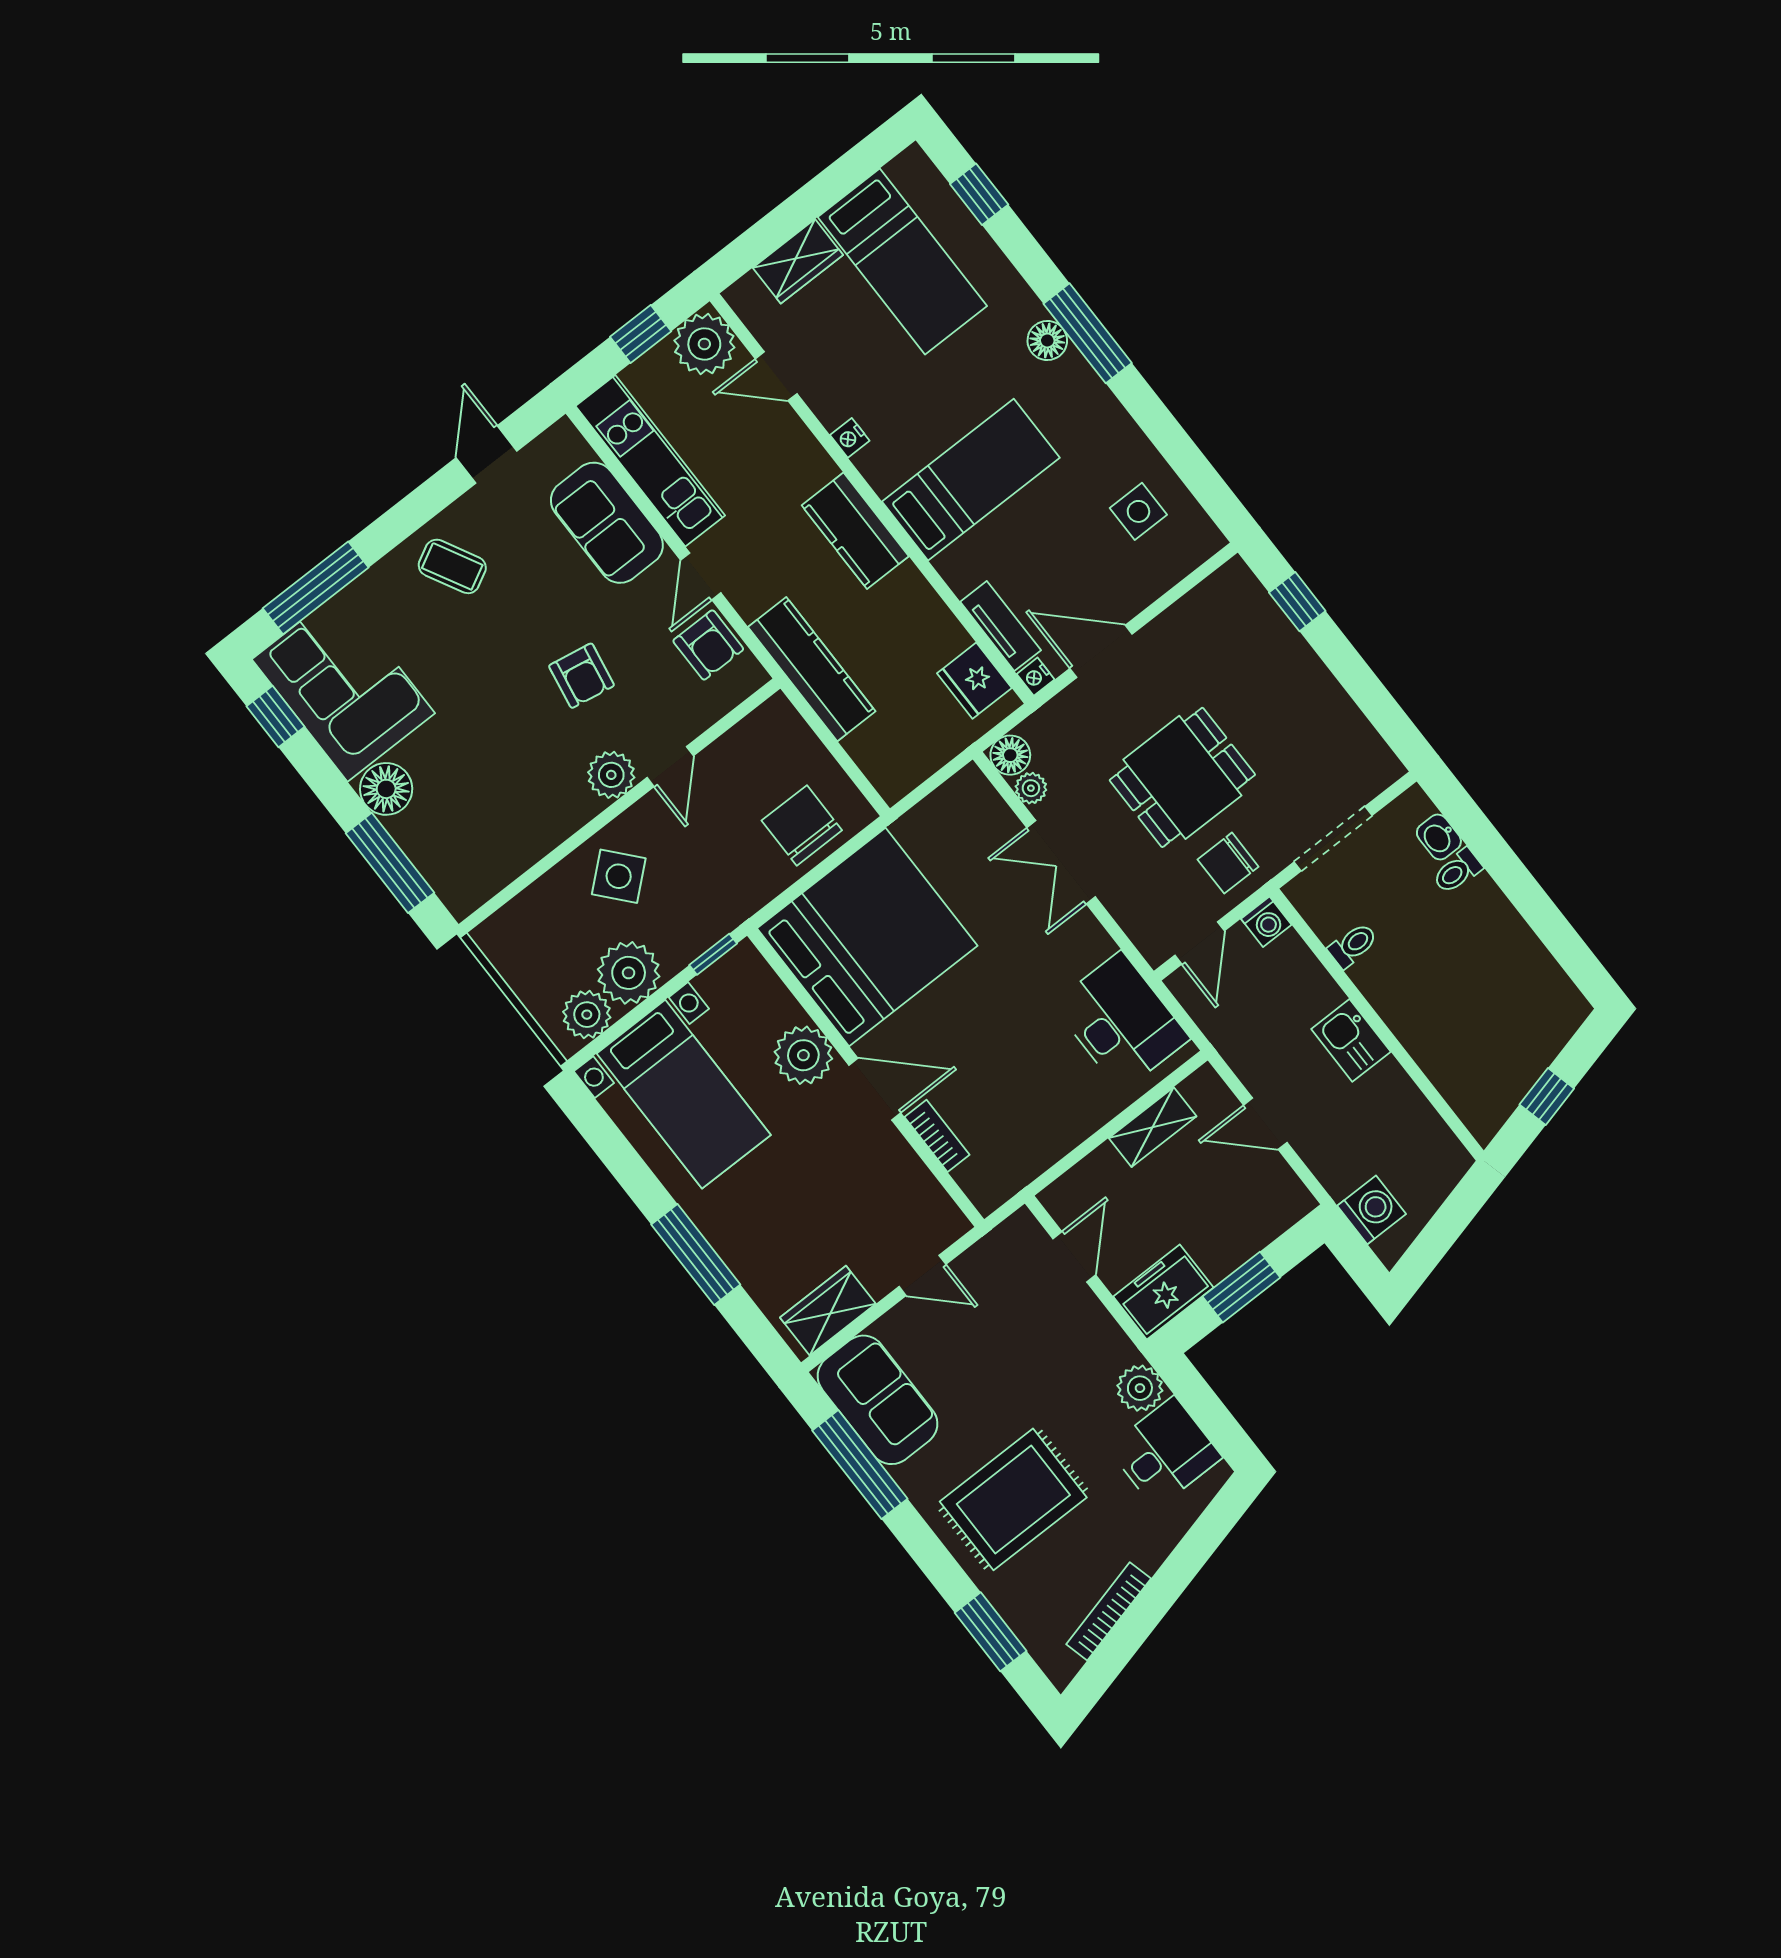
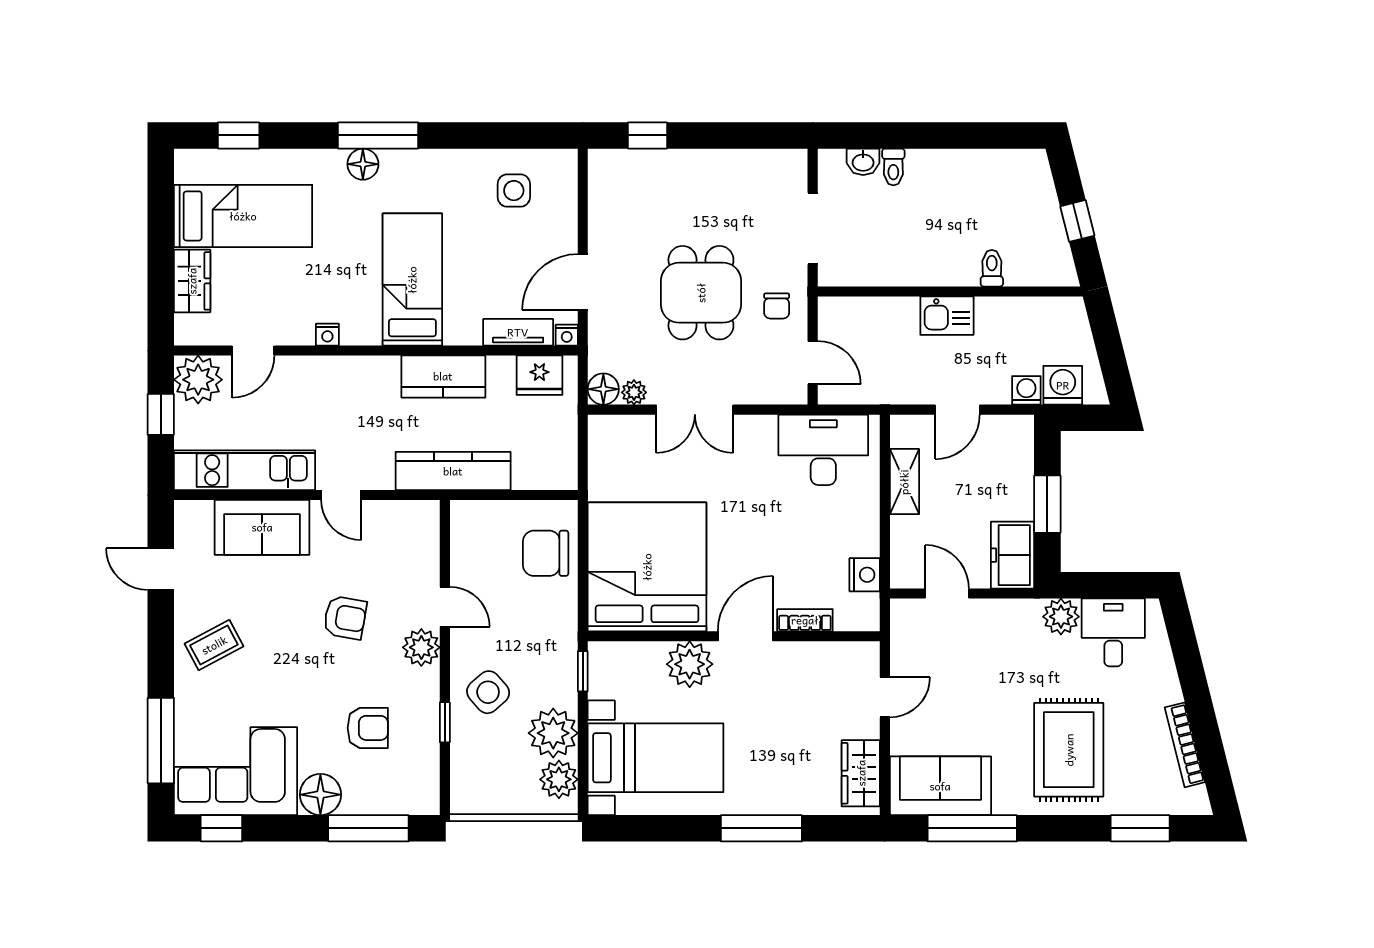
kitchen counter: (855, 531) -> (443, 376), moved
armchair: (708, 645) -> (368, 728), moved
window: (555, 857) -> (445, 722), added
chair: (1228, 863) -> (777, 306), width x0.73, depth x0.73
washing machine: (1266, 922) -> (1026, 390), moved, turned -90
toilet: (1353, 945) -> (992, 268), moved
nightstand: (1029, 1160) -> (865, 575), added

